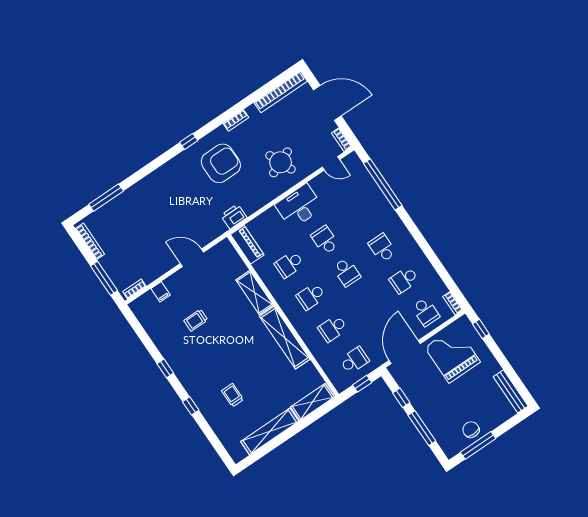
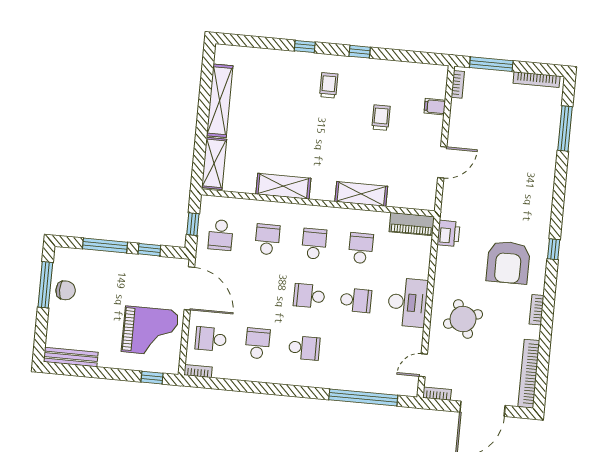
shelving: (285, 338) -> (283, 186), width x0.68
trolley: (233, 395) -> (329, 85), moved, turned -90

